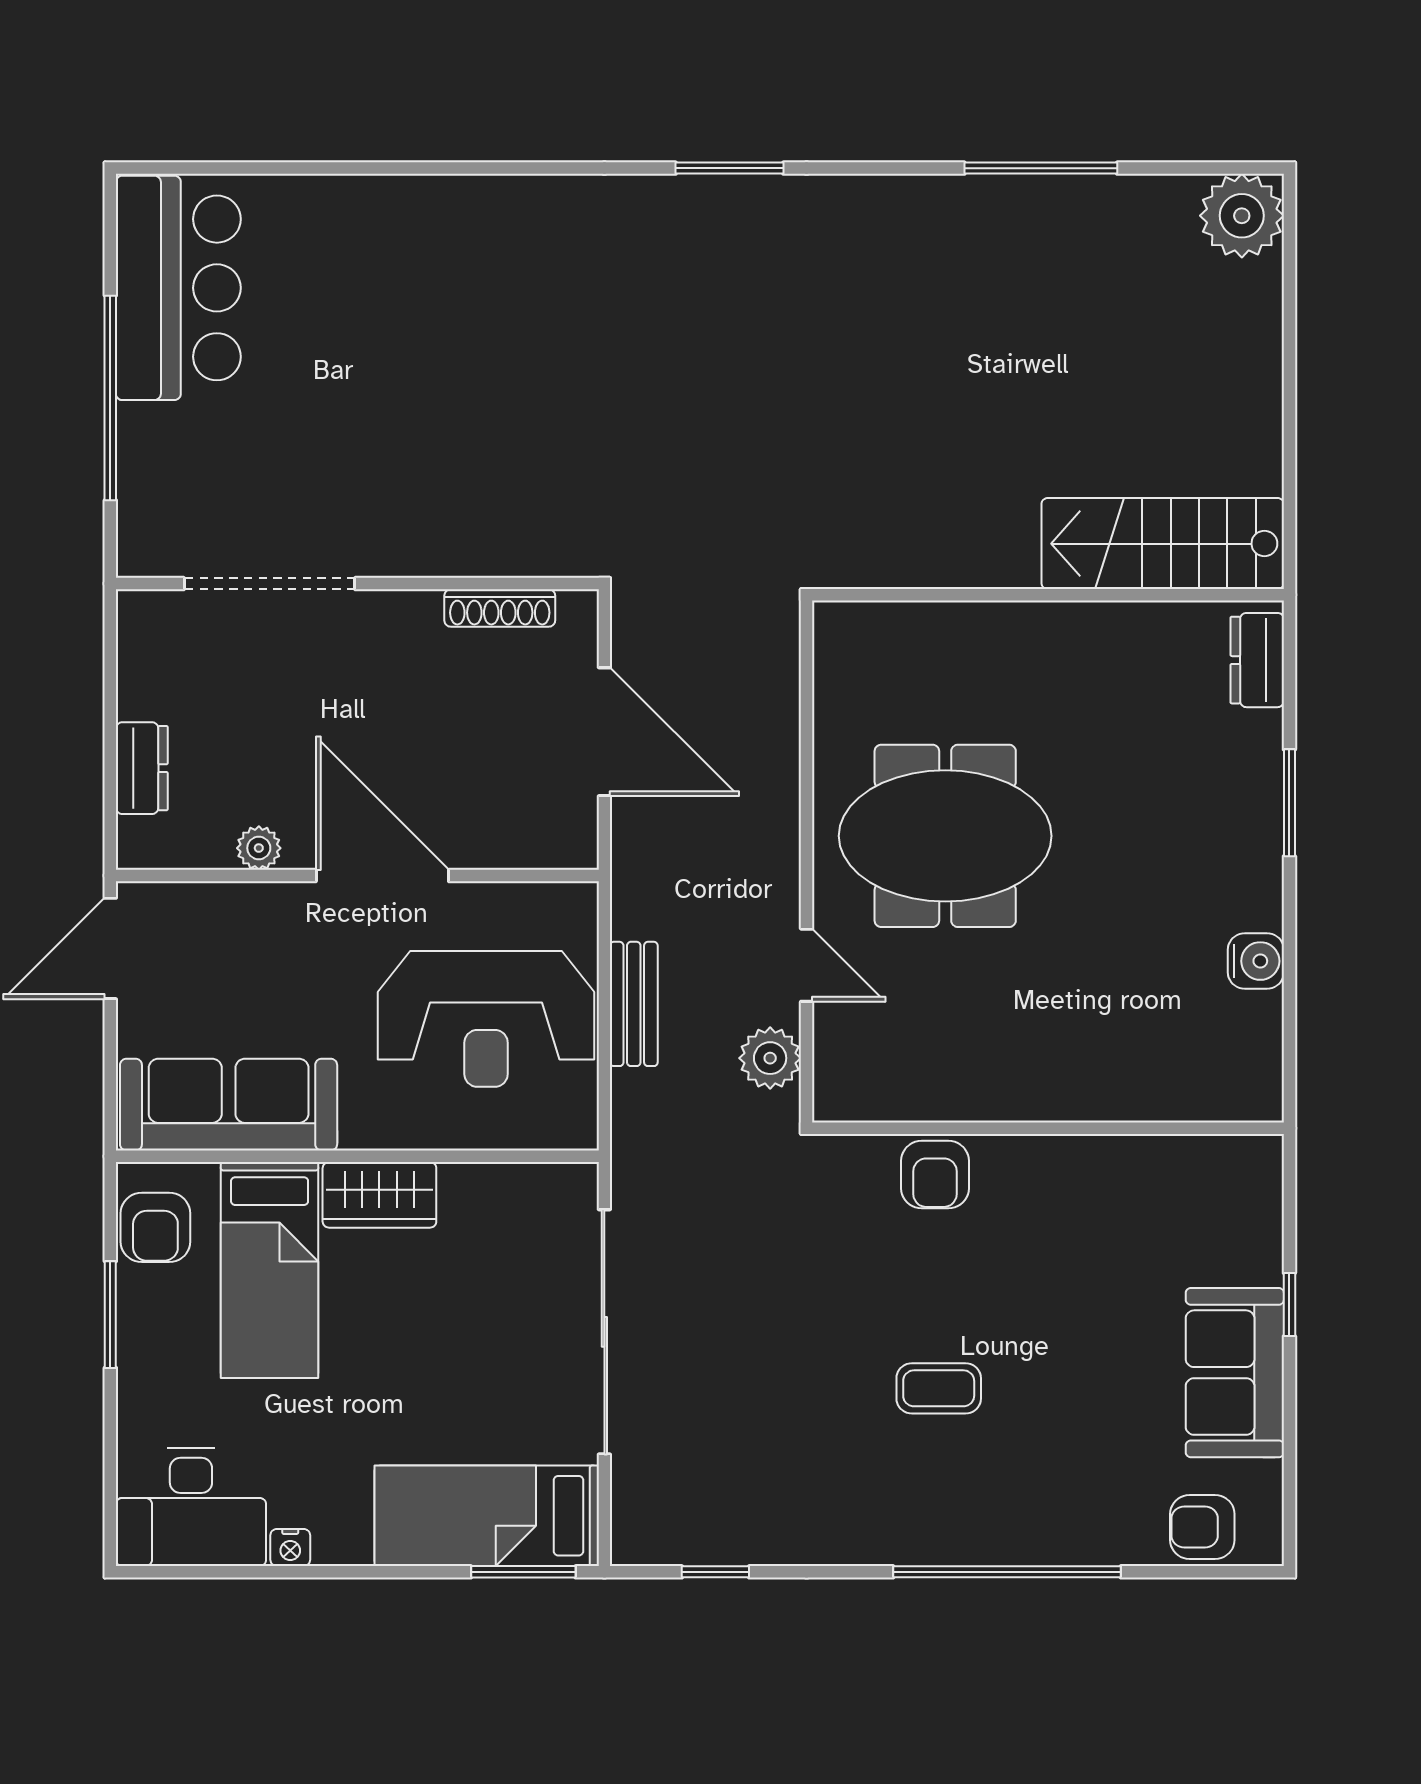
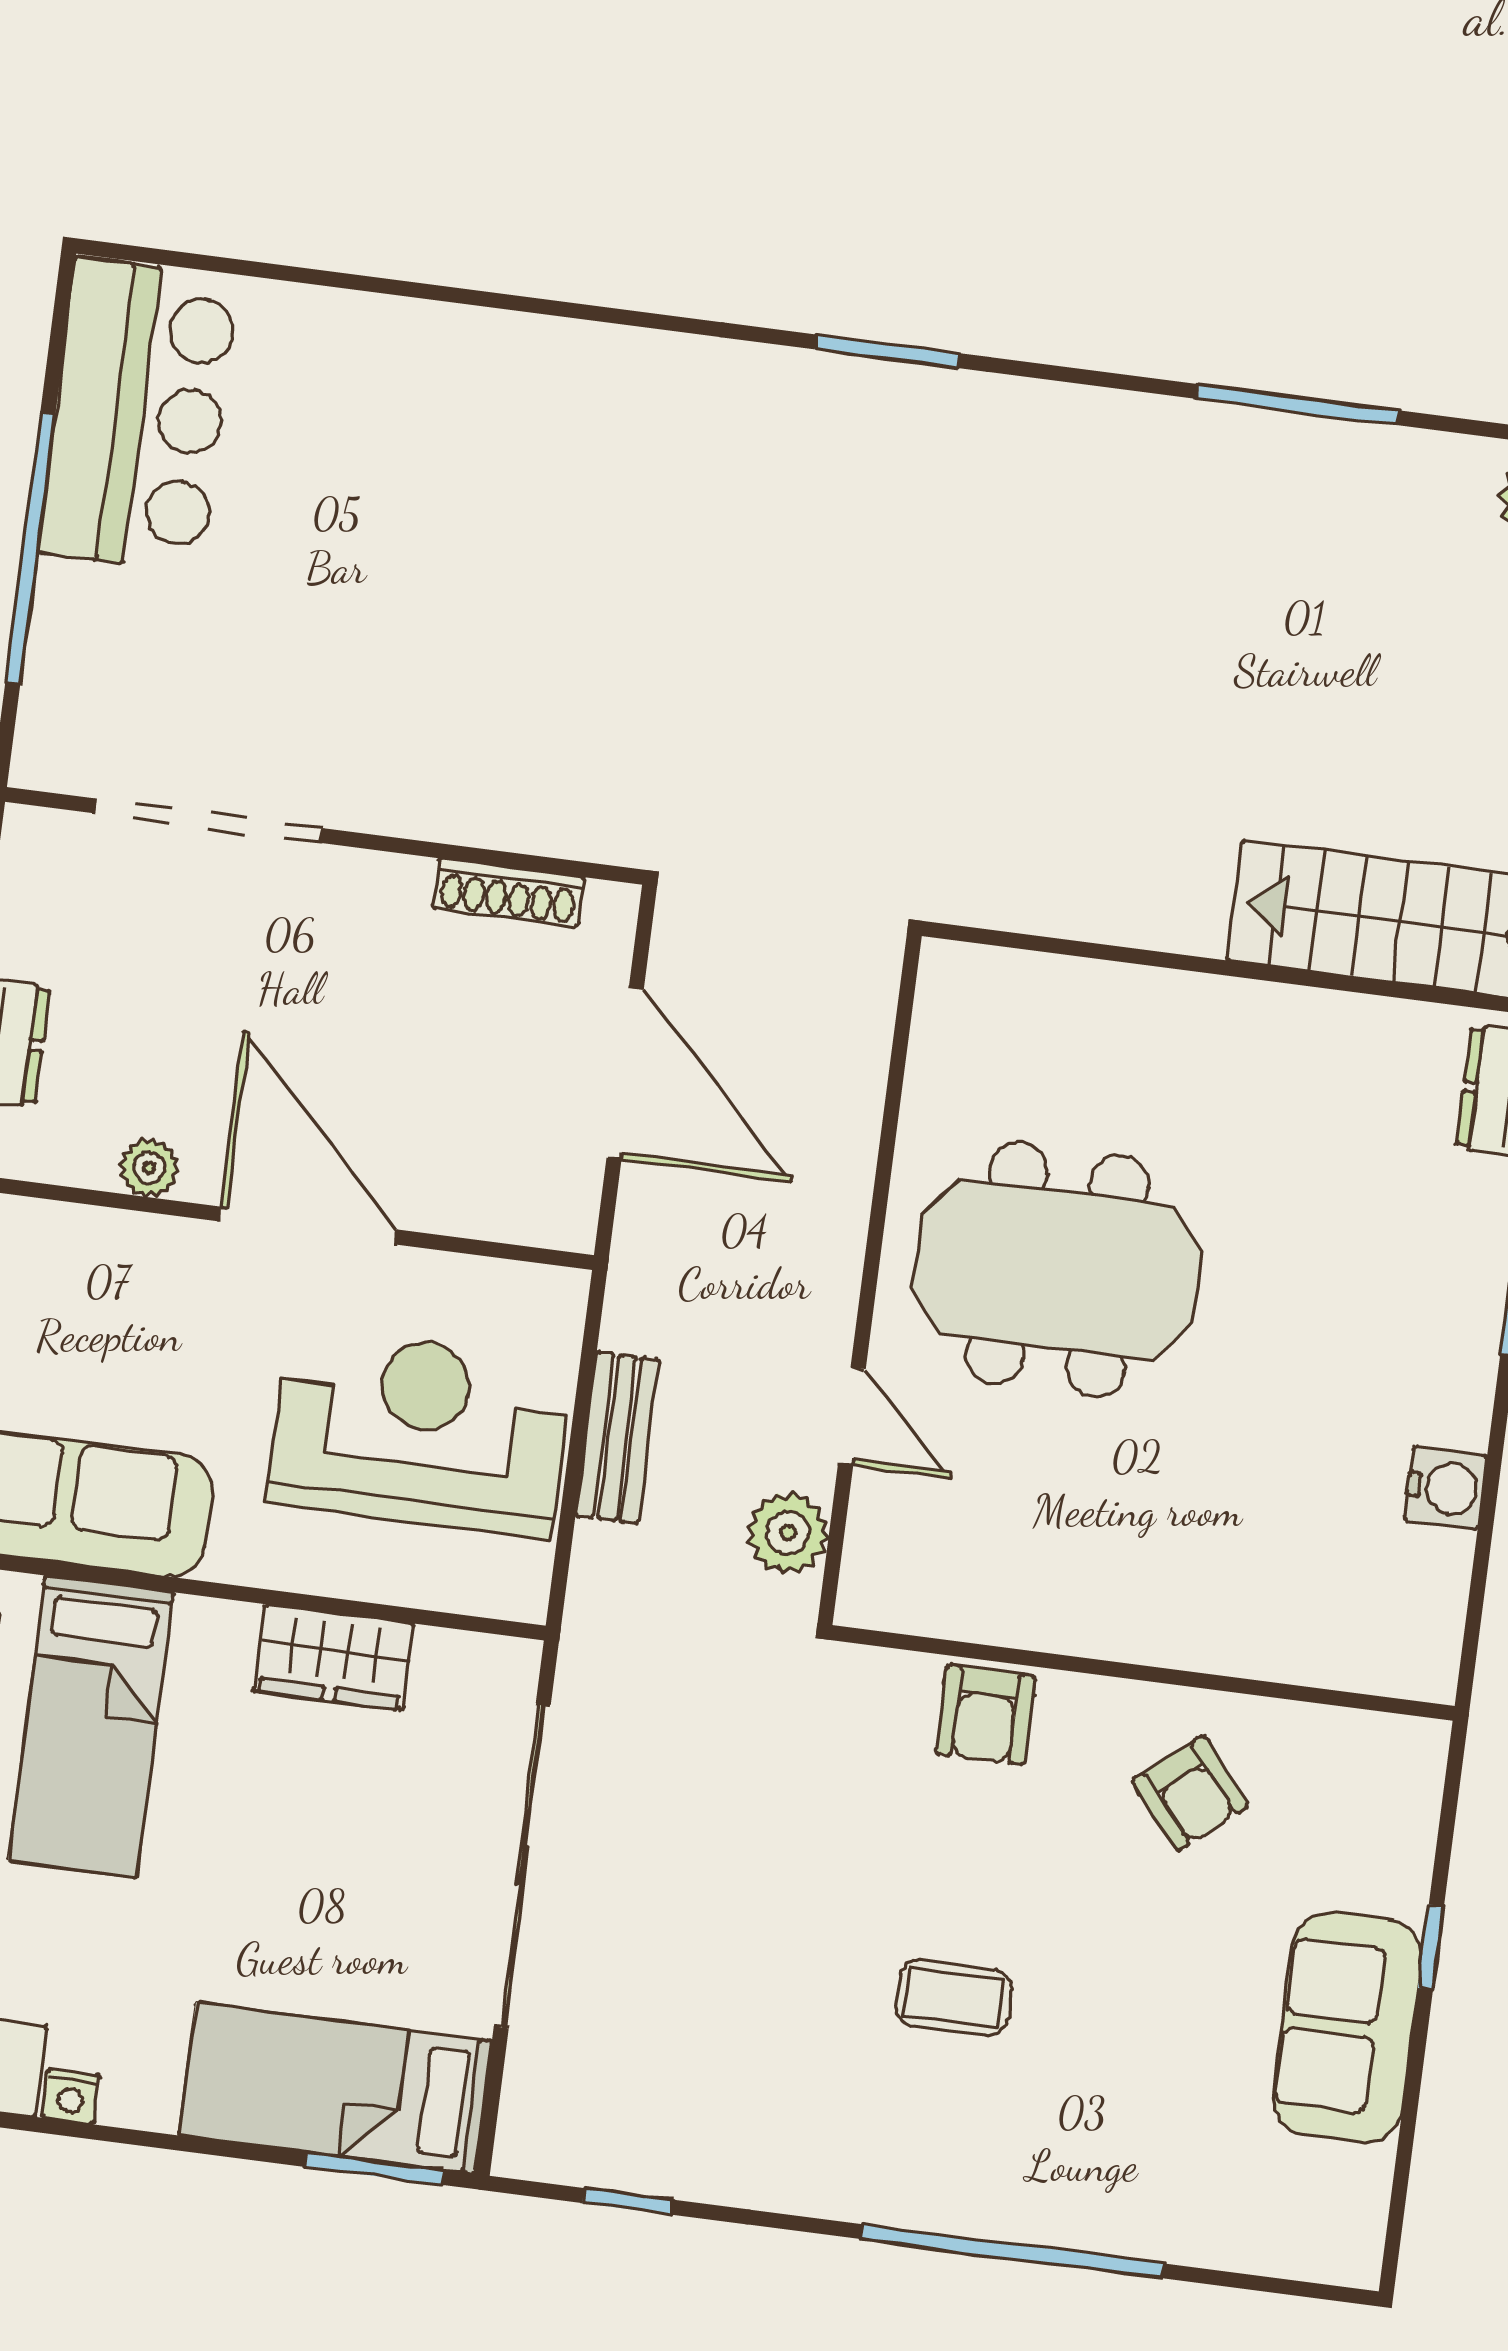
reception desk: (486, 1019) -> (420, 1432), turned 180
wardrobe: (379, 1195) -> (334, 1657), moved
armchair: (1202, 1527) -> (1190, 1793), moved, turned -130

